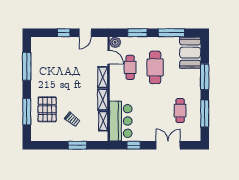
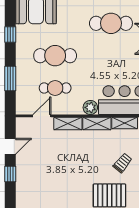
door: (85, 33) -> (10, 146), hinge flipped
window: (171, 33) -> (10, 35), width x0.46
plant: (115, 42) -> (90, 107), moved
cafe table: (180, 111) -> (111, 23), width x1.37, depth x1.35

